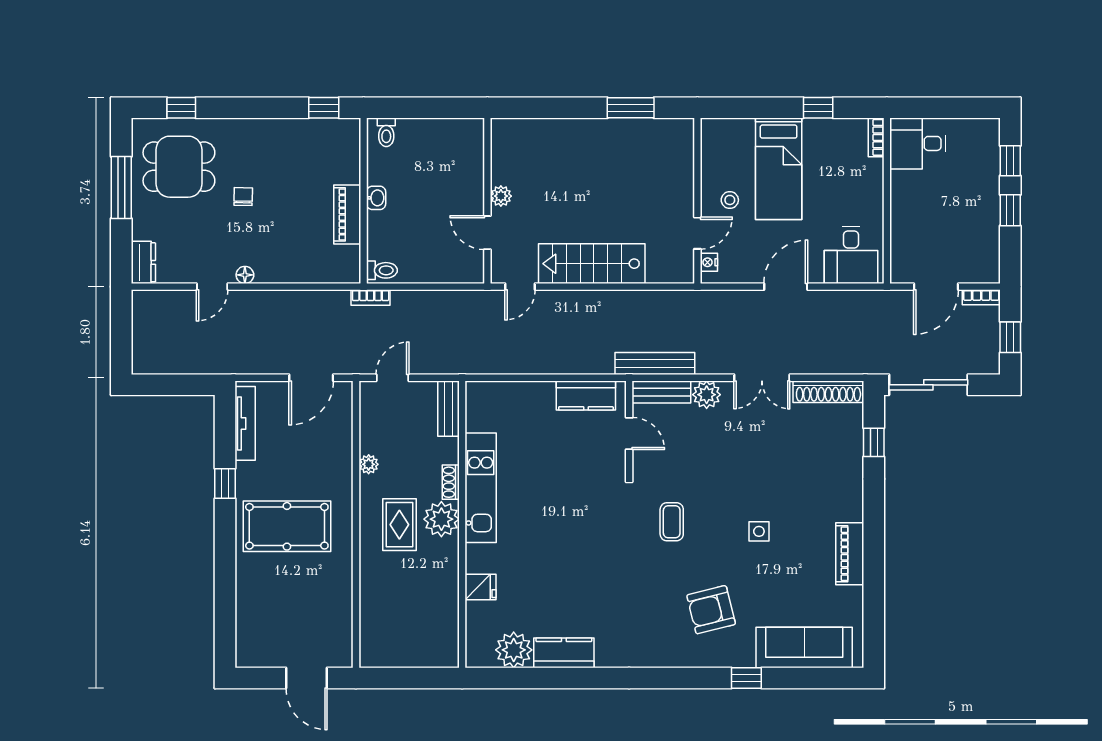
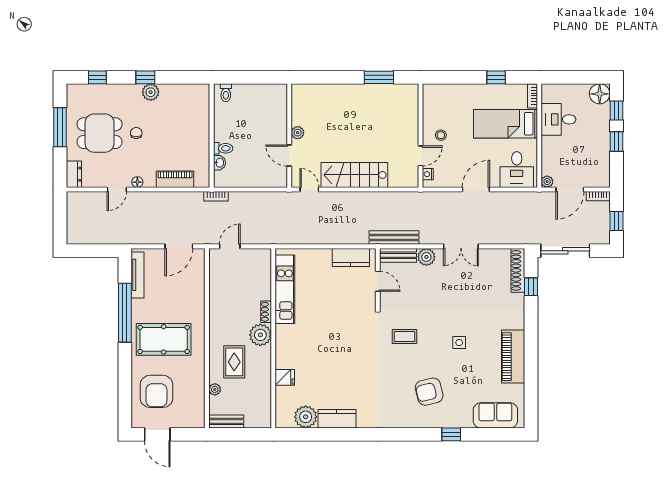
window: (324, 108) -> (145, 77), moved
plant: (266, 131) -> (151, 92), added
floor lamp: (983, 134) -> (600, 94), added
desk: (918, 143) -> (558, 119), moved
dining table: (179, 167) -> (100, 133), moved
bed: (779, 169) -> (505, 124), moved, turned 90
washbasin: (376, 198) -> (219, 163), moved
piano: (347, 214) -> (175, 179), moved, turned 90
toilet: (382, 270) -> (223, 148), moved
plant: (900, 274) -> (547, 182), added
door: (520, 287) -> (309, 189), swing flipped
shoe rack: (828, 392) -> (518, 270), moved, turned 90
bench: (448, 409) -> (226, 421), moved, turned 90
plant: (369, 464) -> (215, 389), moved
window: (225, 484) -> (125, 313), width x3.17
kitchen unit: (481, 488) -> (285, 289), moved
coffee table: (672, 522) -> (405, 337), turned 90
rug: (399, 525) -> (234, 362), moved
piano: (850, 554) -> (513, 357), width x1.37, depth x1.33
armchair: (275, 609) -> (156, 391), added
sofa: (804, 648) -> (495, 415), width x0.73
door: (306, 678) -> (157, 434), moved

